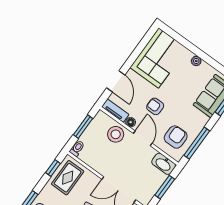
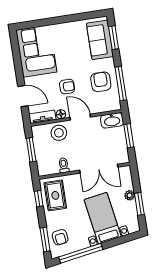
plant: (196, 61) -> (64, 27), removed
armchair: (155, 106) -> (67, 87), turned 180
armchair: (176, 137) -> (101, 82), moved
toilet: (77, 148) -> (64, 165), moved

